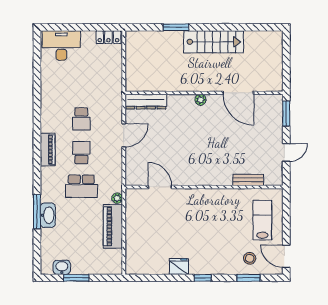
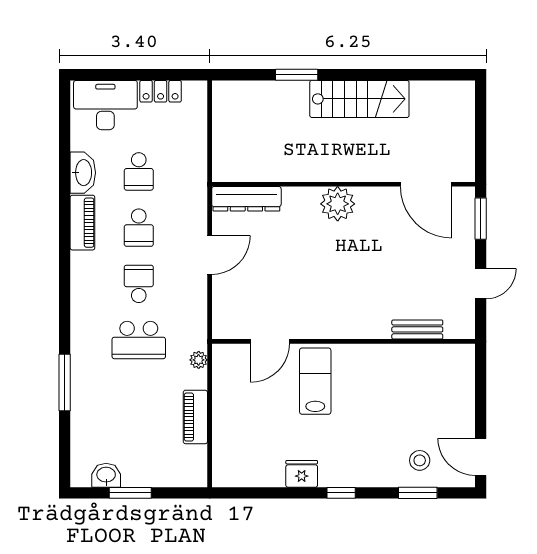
locker: (108, 37) -> (161, 91), moved
school desk: (81, 85) -> (139, 171), added
door: (238, 93) -> (426, 184), moved
plant: (200, 100) -> (338, 204), width x1.87, depth x1.87
piano: (48, 149) -> (82, 223), moved
door: (160, 187) -> (270, 341), swing flipped
washbasin: (48, 215) -> (83, 173), moved
lab bench: (262, 220) -> (315, 381), moved
piano: (113, 226) -> (195, 417), width x0.73, depth x0.75

